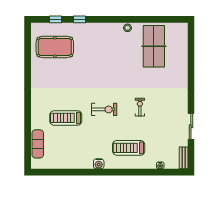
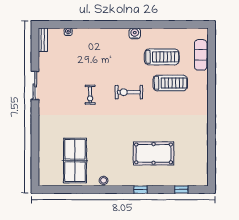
window: (80, 19) -> (140, 190), moved
pool table: (55, 47) -> (154, 153), moved
sliding door: (191, 126) -> (35, 85), moved
treadmill: (129, 148) -> (162, 57), moved

